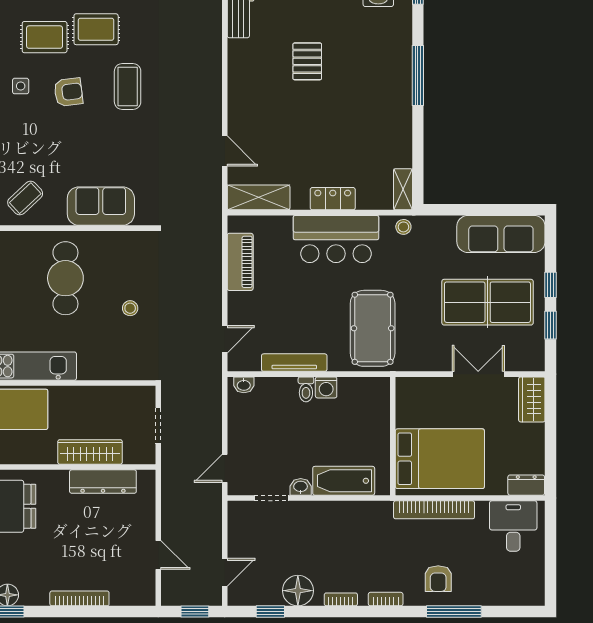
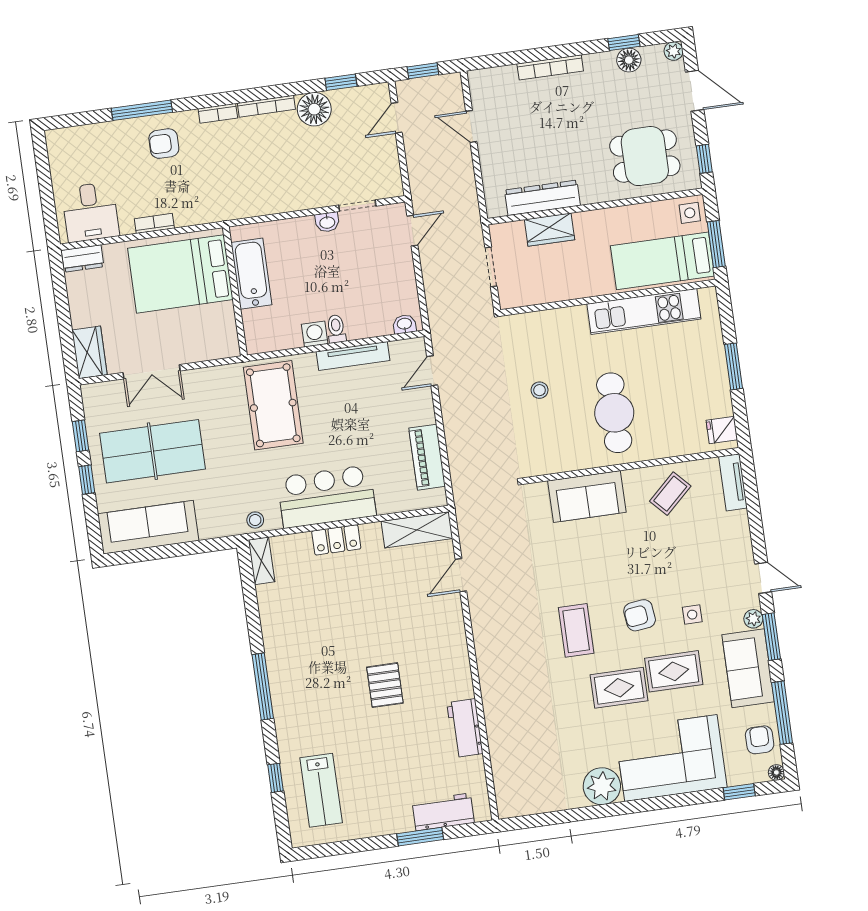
door: (225, 151) -> (461, 575), hinge flipped
wardrobe: (90, 452) -> (549, 230), width x0.67
bathtub: (344, 481) -> (251, 274), moved, turned -90
bookcase: (434, 510) -> (154, 223), width x0.43, depth x0.76
armchair: (438, 579) -> (164, 144), turned -90
bookcase: (341, 599) -> (266, 106), width x1.56

